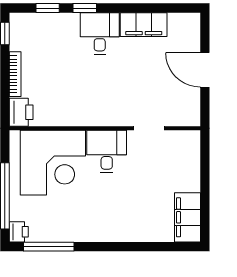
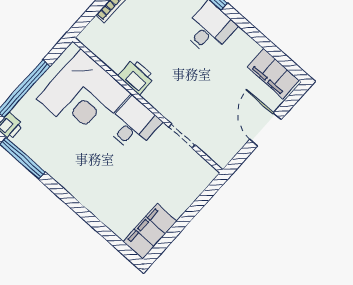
filing cabinet: (144, 25) -> (273, 74), moved
printer: (21, 112) -> (136, 76), moved, turned -90

